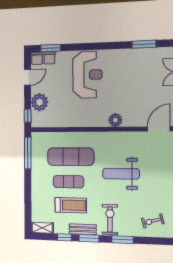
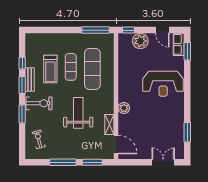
shelving: (42, 228) -> (109, 125), moved

